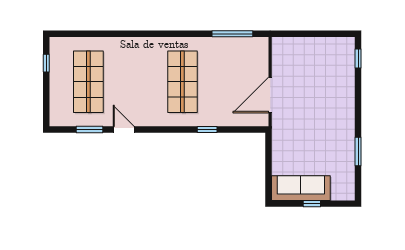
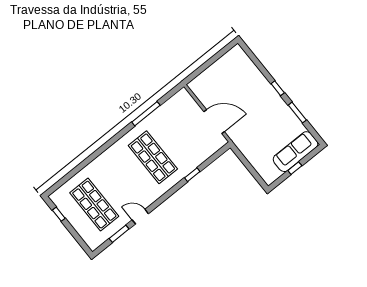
window: (232, 34) -> (146, 114), moved
window: (358, 59) -> (278, 88), moved
door: (270, 95) -> (214, 122), swing flipped
sofa: (301, 188) -> (295, 152), moved

